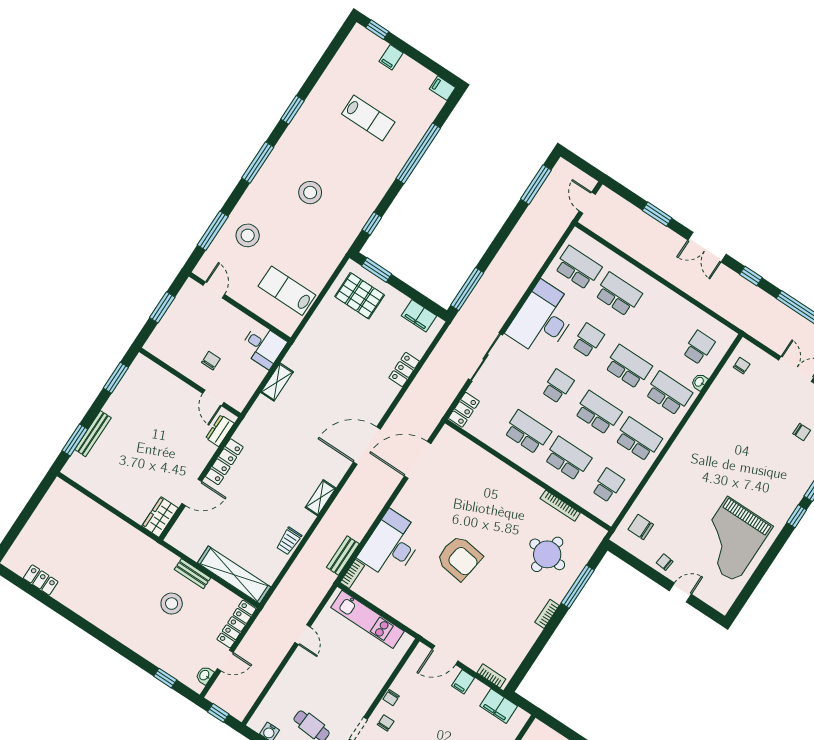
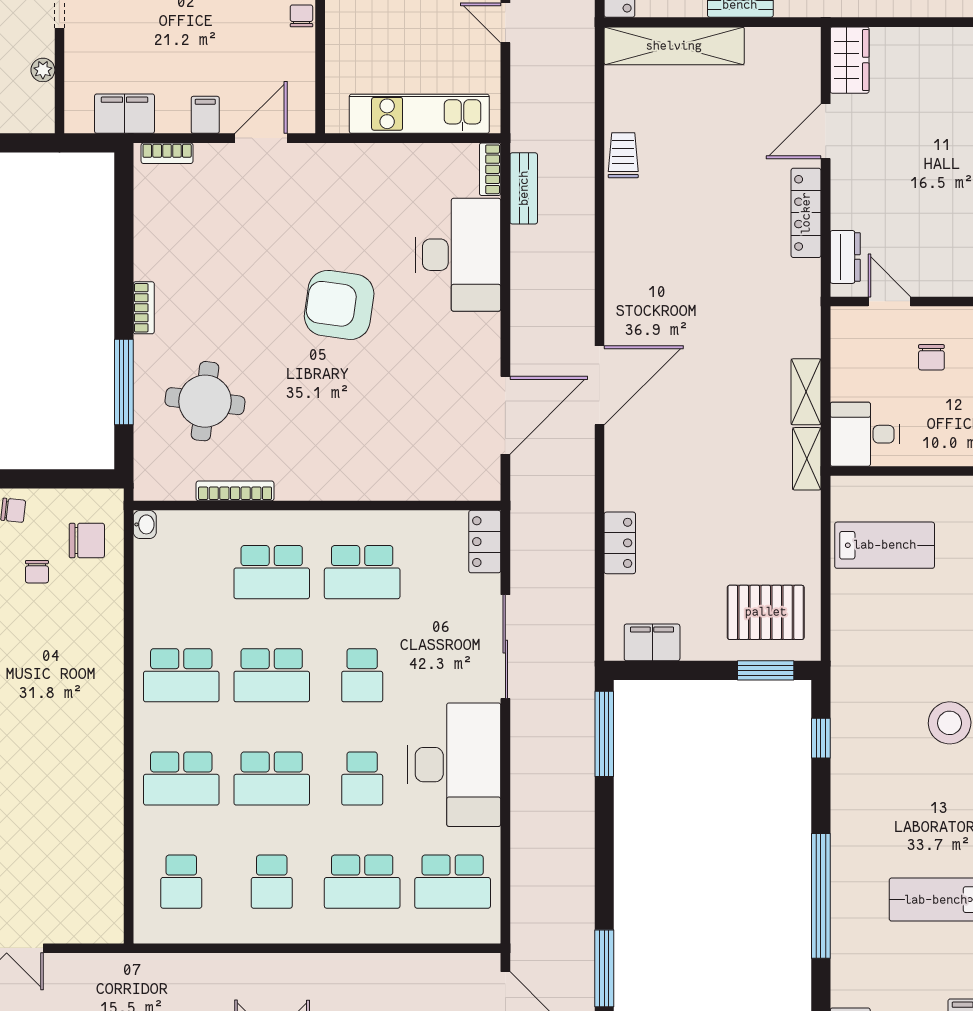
chair: (742, 366) -> (37, 572), moved
washbasin: (699, 382) -> (145, 524), moved
school desk: (608, 485) -> (272, 882), moved
shelving: (320, 498) -> (807, 459), moved

